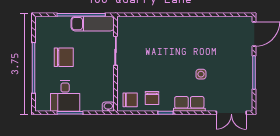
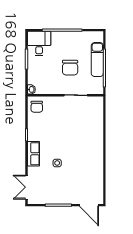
exam couch: (93, 24) -> (97, 60), moved
chair: (64, 57) -> (70, 68), moved
desk: (65, 96) -> (39, 44), moved, turned 90
chair: (152, 98) -> (38, 124), removed

